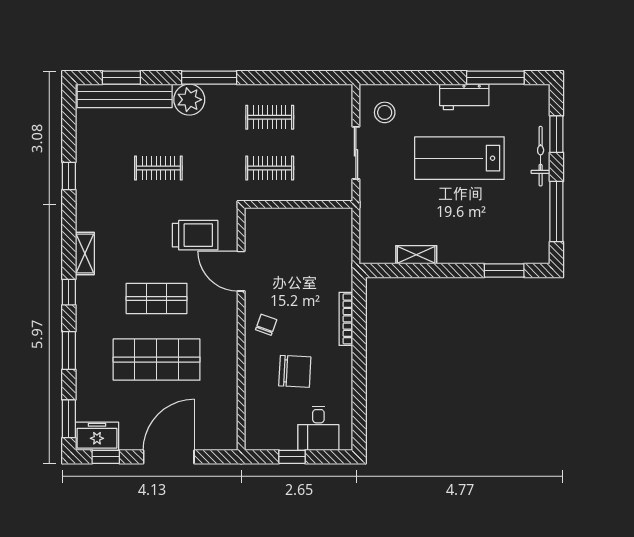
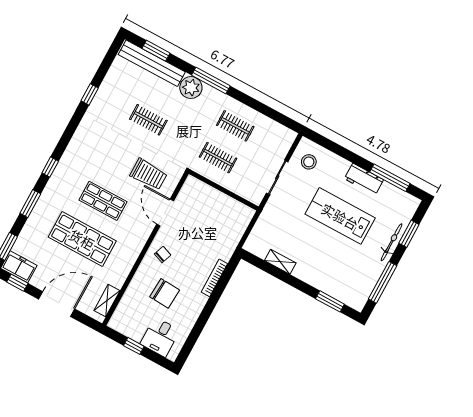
shelving: (85, 253) -> (107, 301), moved

